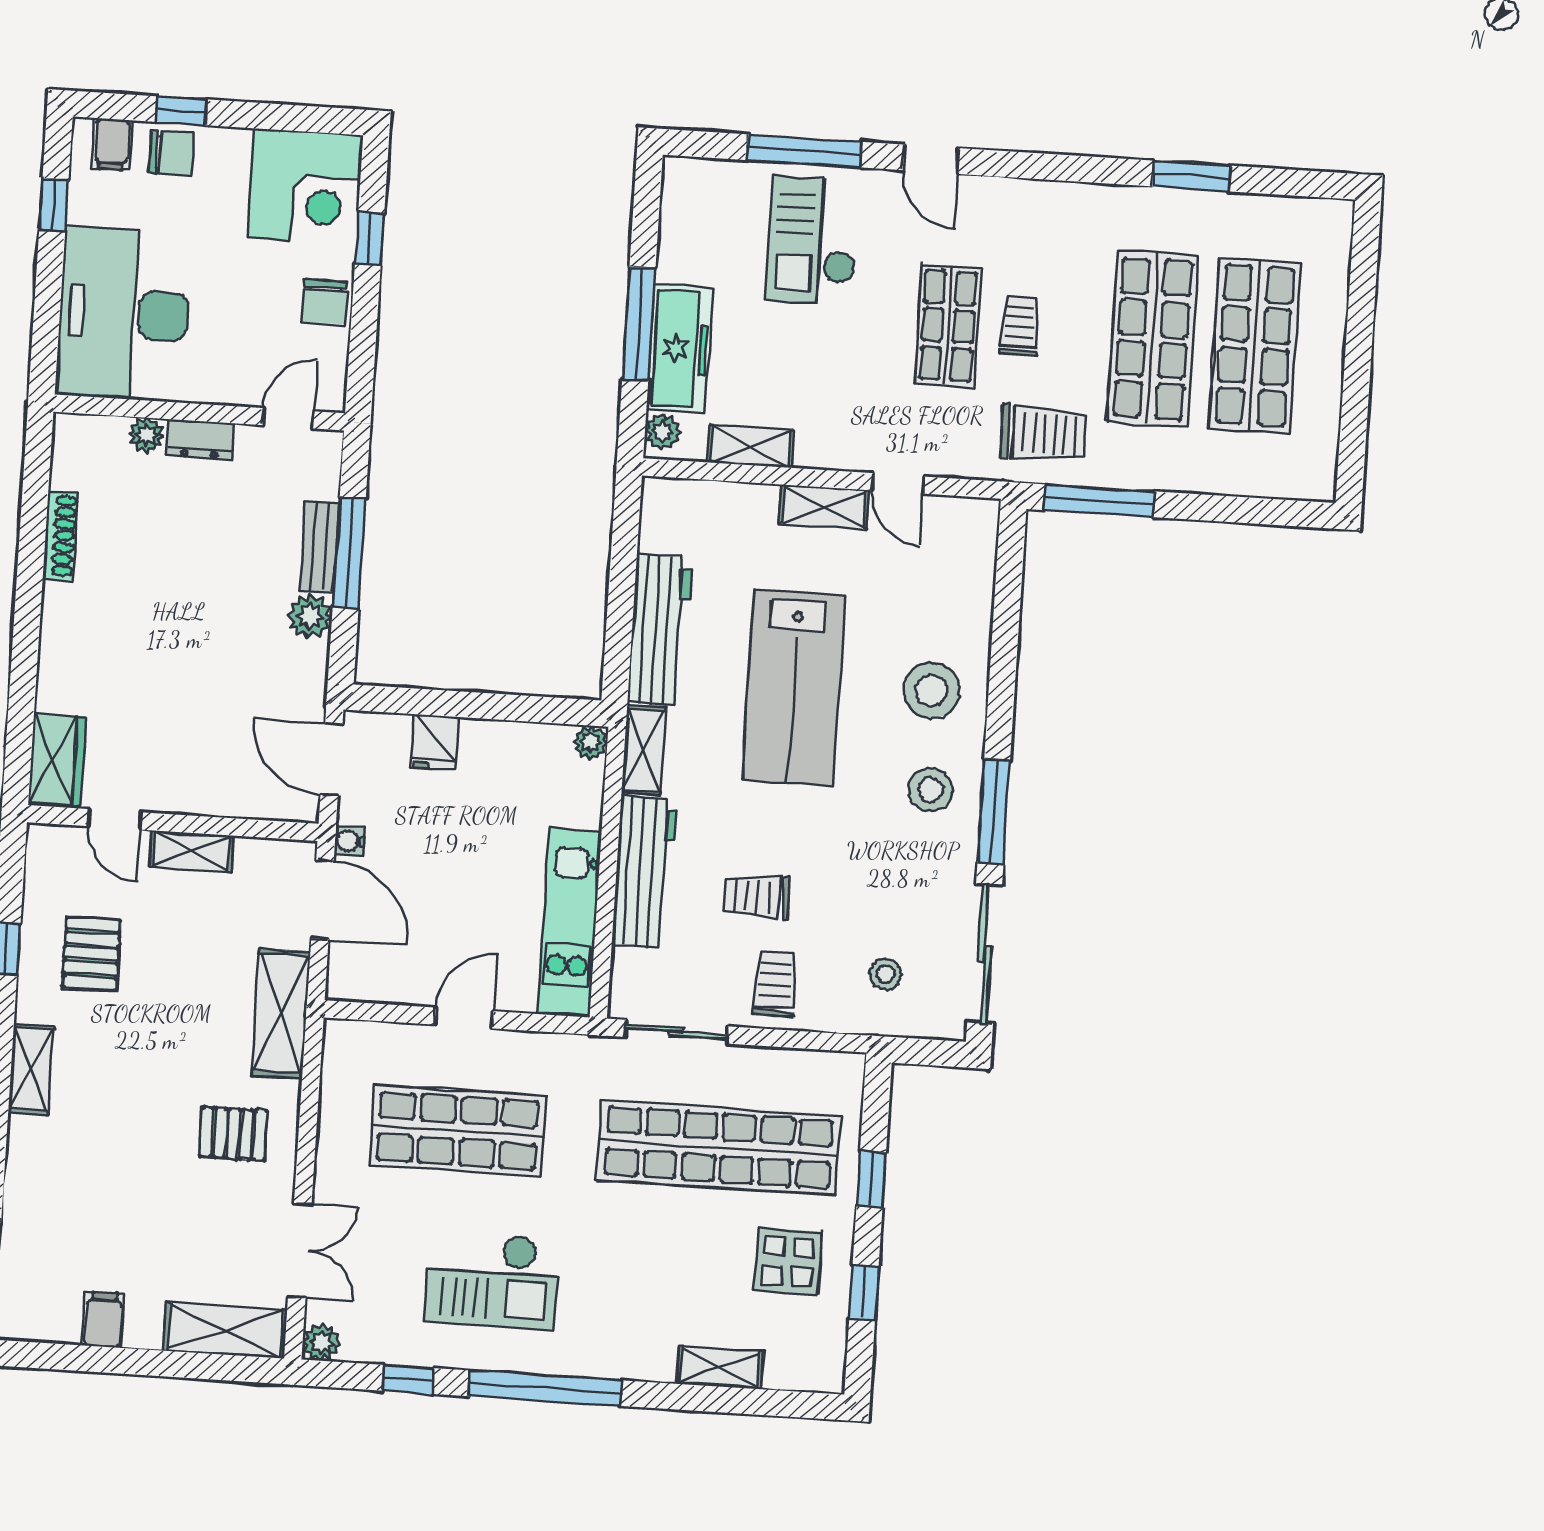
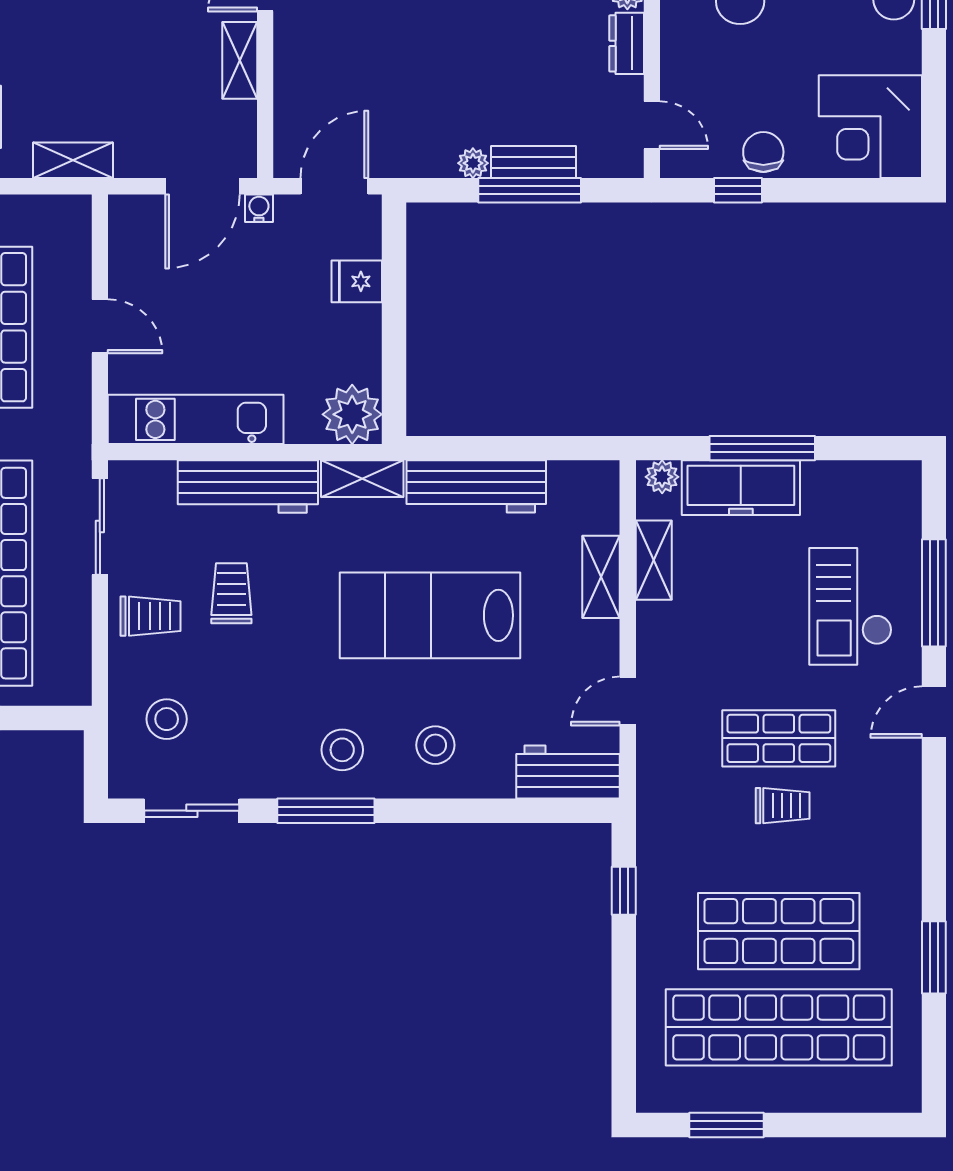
window: (370, 238) -> (738, 190), moved
checkout: (813, 240) -> (851, 606), turned -90
chair: (325, 302) -> (763, 152), turned 90
shop shelf: (1255, 345) -> (779, 1027), width x1.40
window: (1355, 408) -> (727, 1125), added
trolley: (1044, 434) -> (683, 835), removed
window: (1099, 501) -> (624, 891), width x0.46
shelving: (824, 507) -> (601, 577), moved
workbench: (969, 552) -> (568, 772), added
plant: (310, 616) -> (473, 163), width x0.73, depth x0.73
stool: (932, 691) -> (435, 745), width x0.73, depth x0.73
plant: (591, 742) -> (352, 414), width x1.88, depth x1.88
sliding door: (985, 954) -> (192, 811), width x0.73
stool: (886, 974) -> (167, 719), width x1.37, depth x1.37
shelving: (281, 1013) -> (73, 160), width x0.67, depth x0.75

